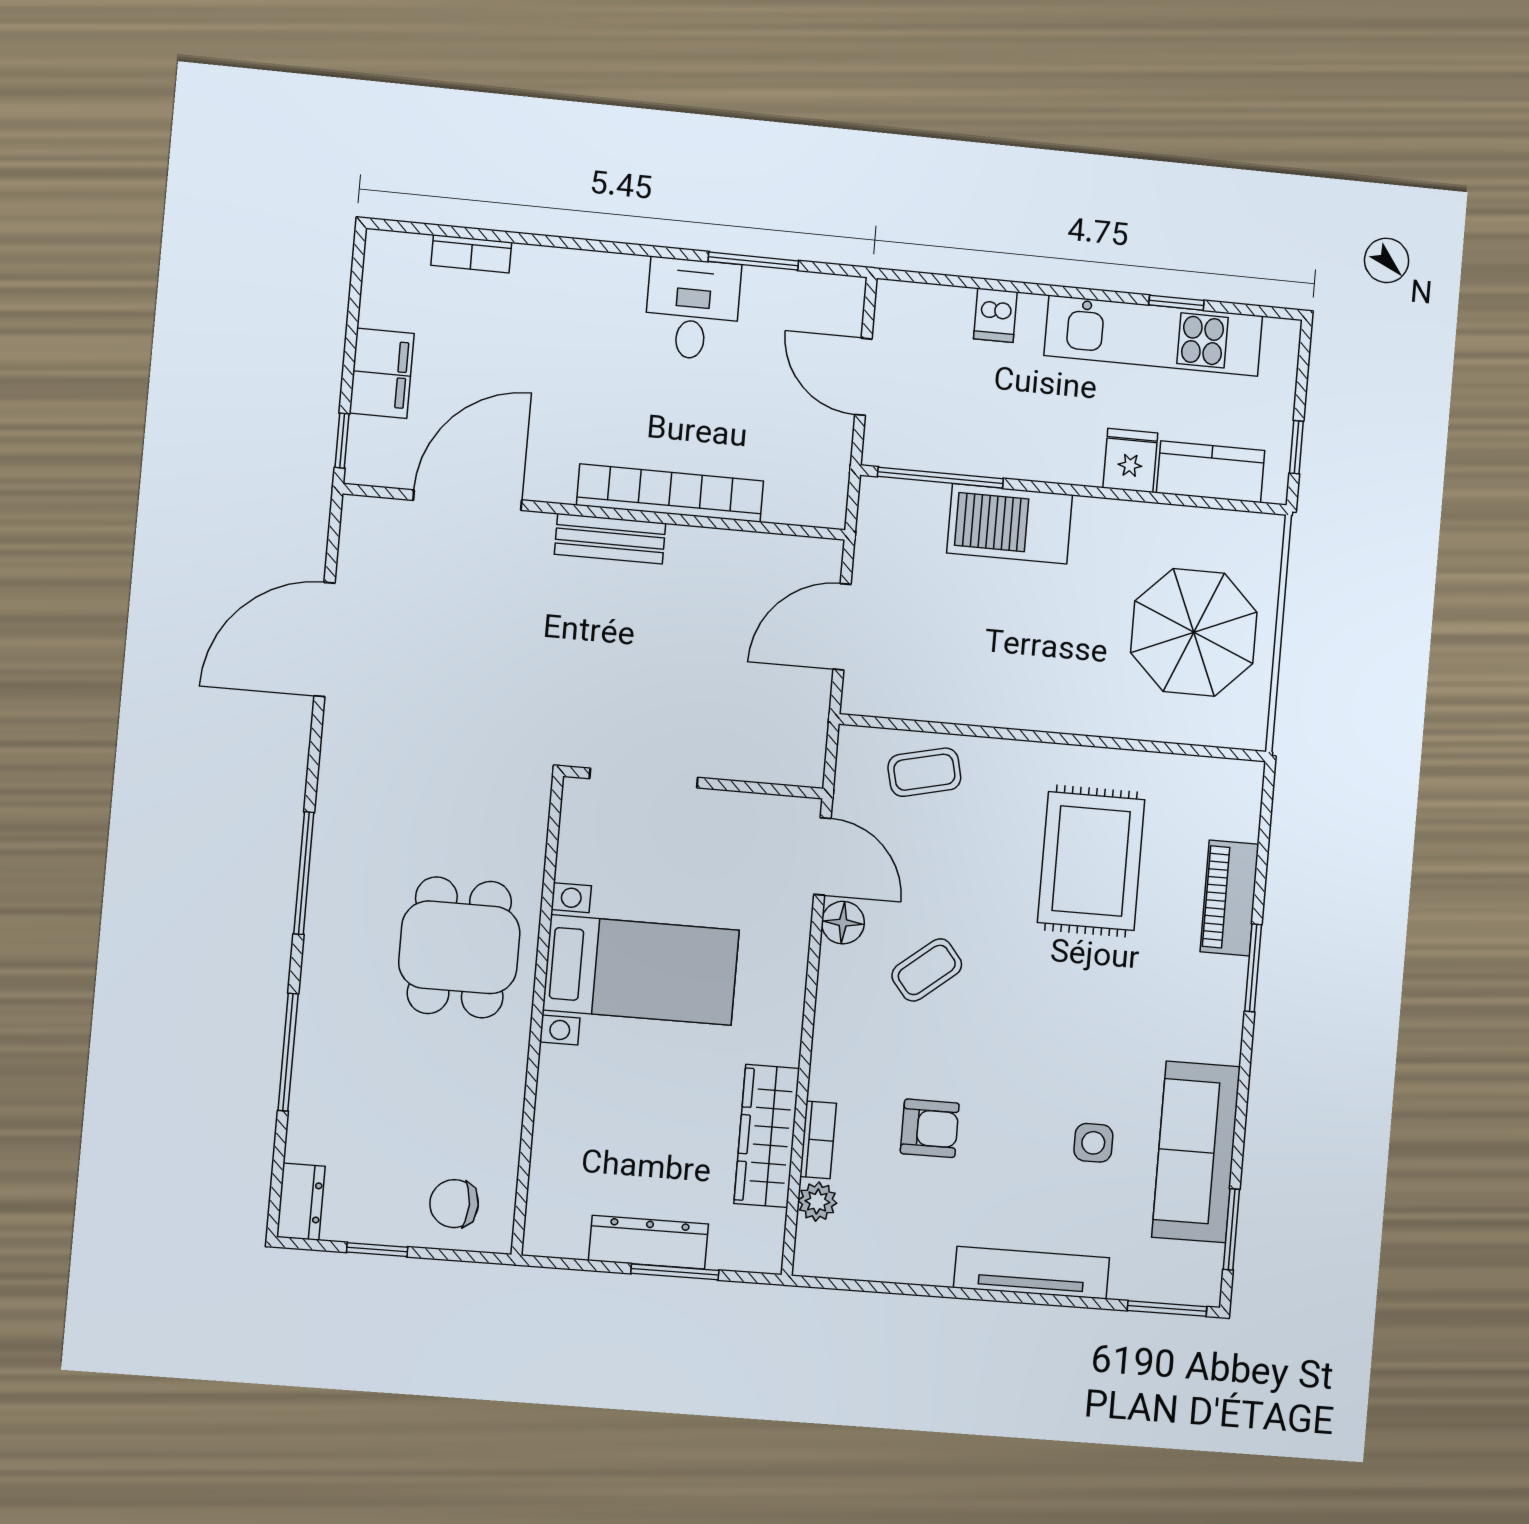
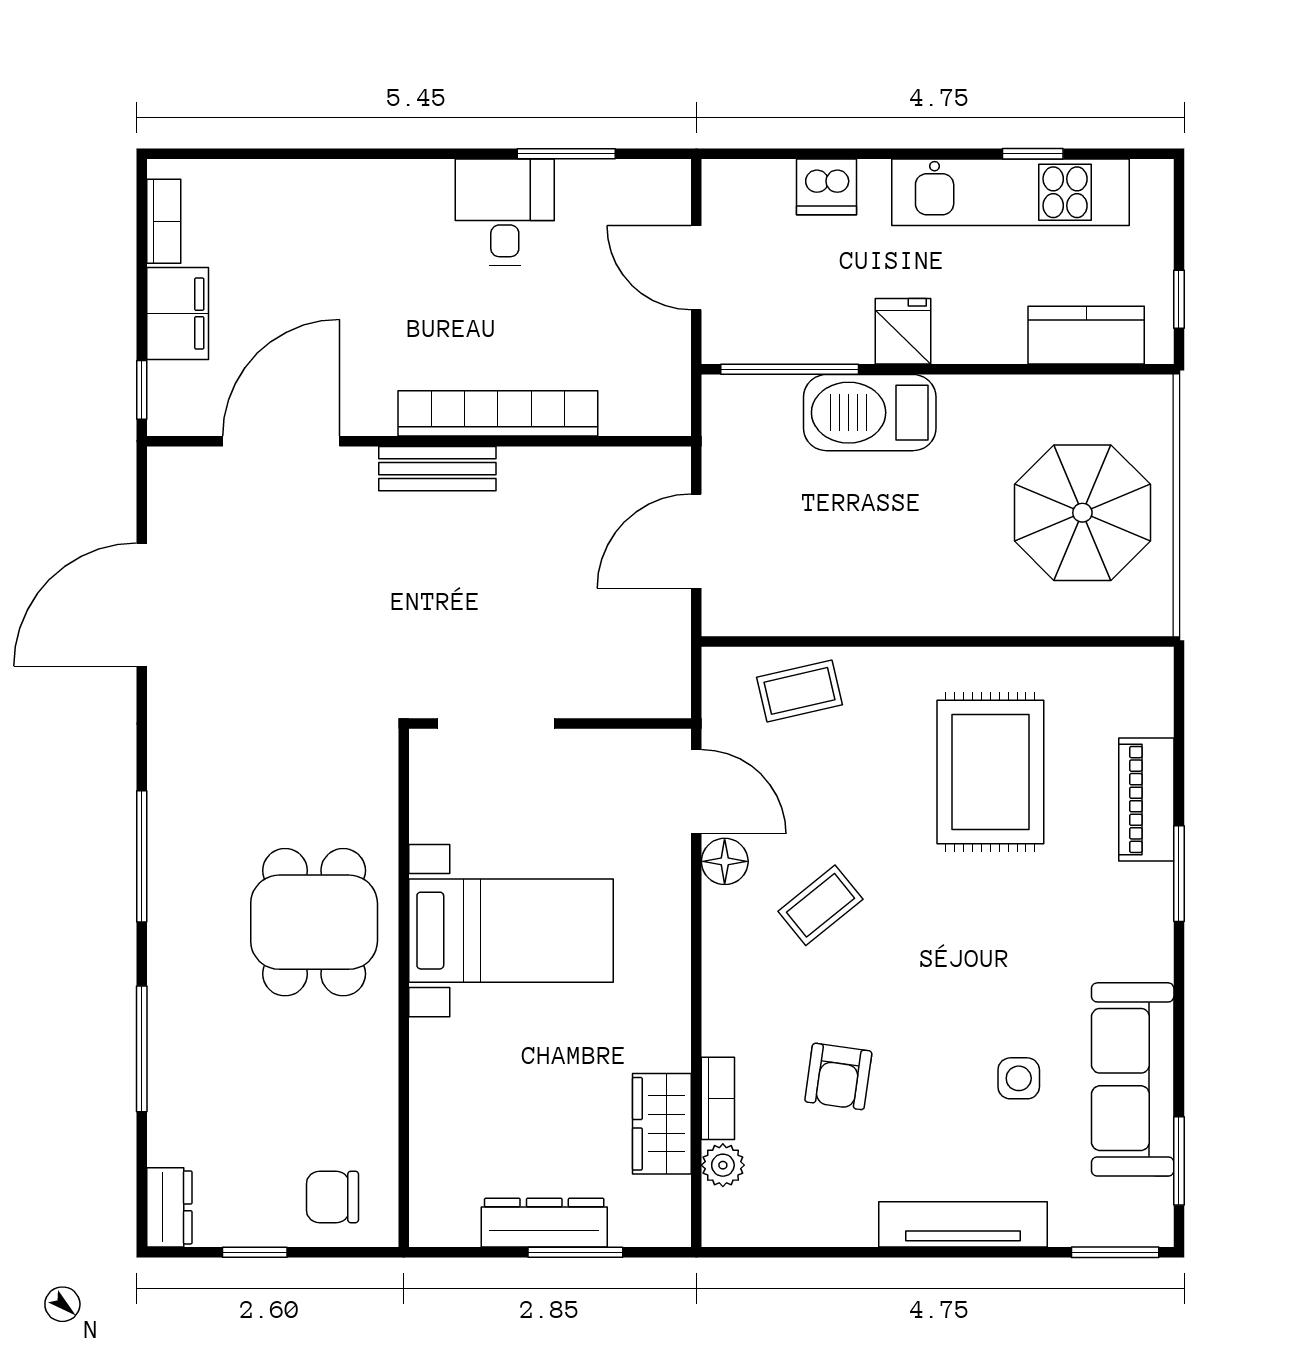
bookcase: (471, 254) -> (164, 221), moved, turned -90
dishwasher: (995, 315) -> (827, 187), width x1.38
fridge: (1130, 461) -> (903, 331), moved
armchair: (930, 1128) -> (838, 1076), turned 98
wardrobe: (767, 1136) -> (662, 1124), width x0.67

